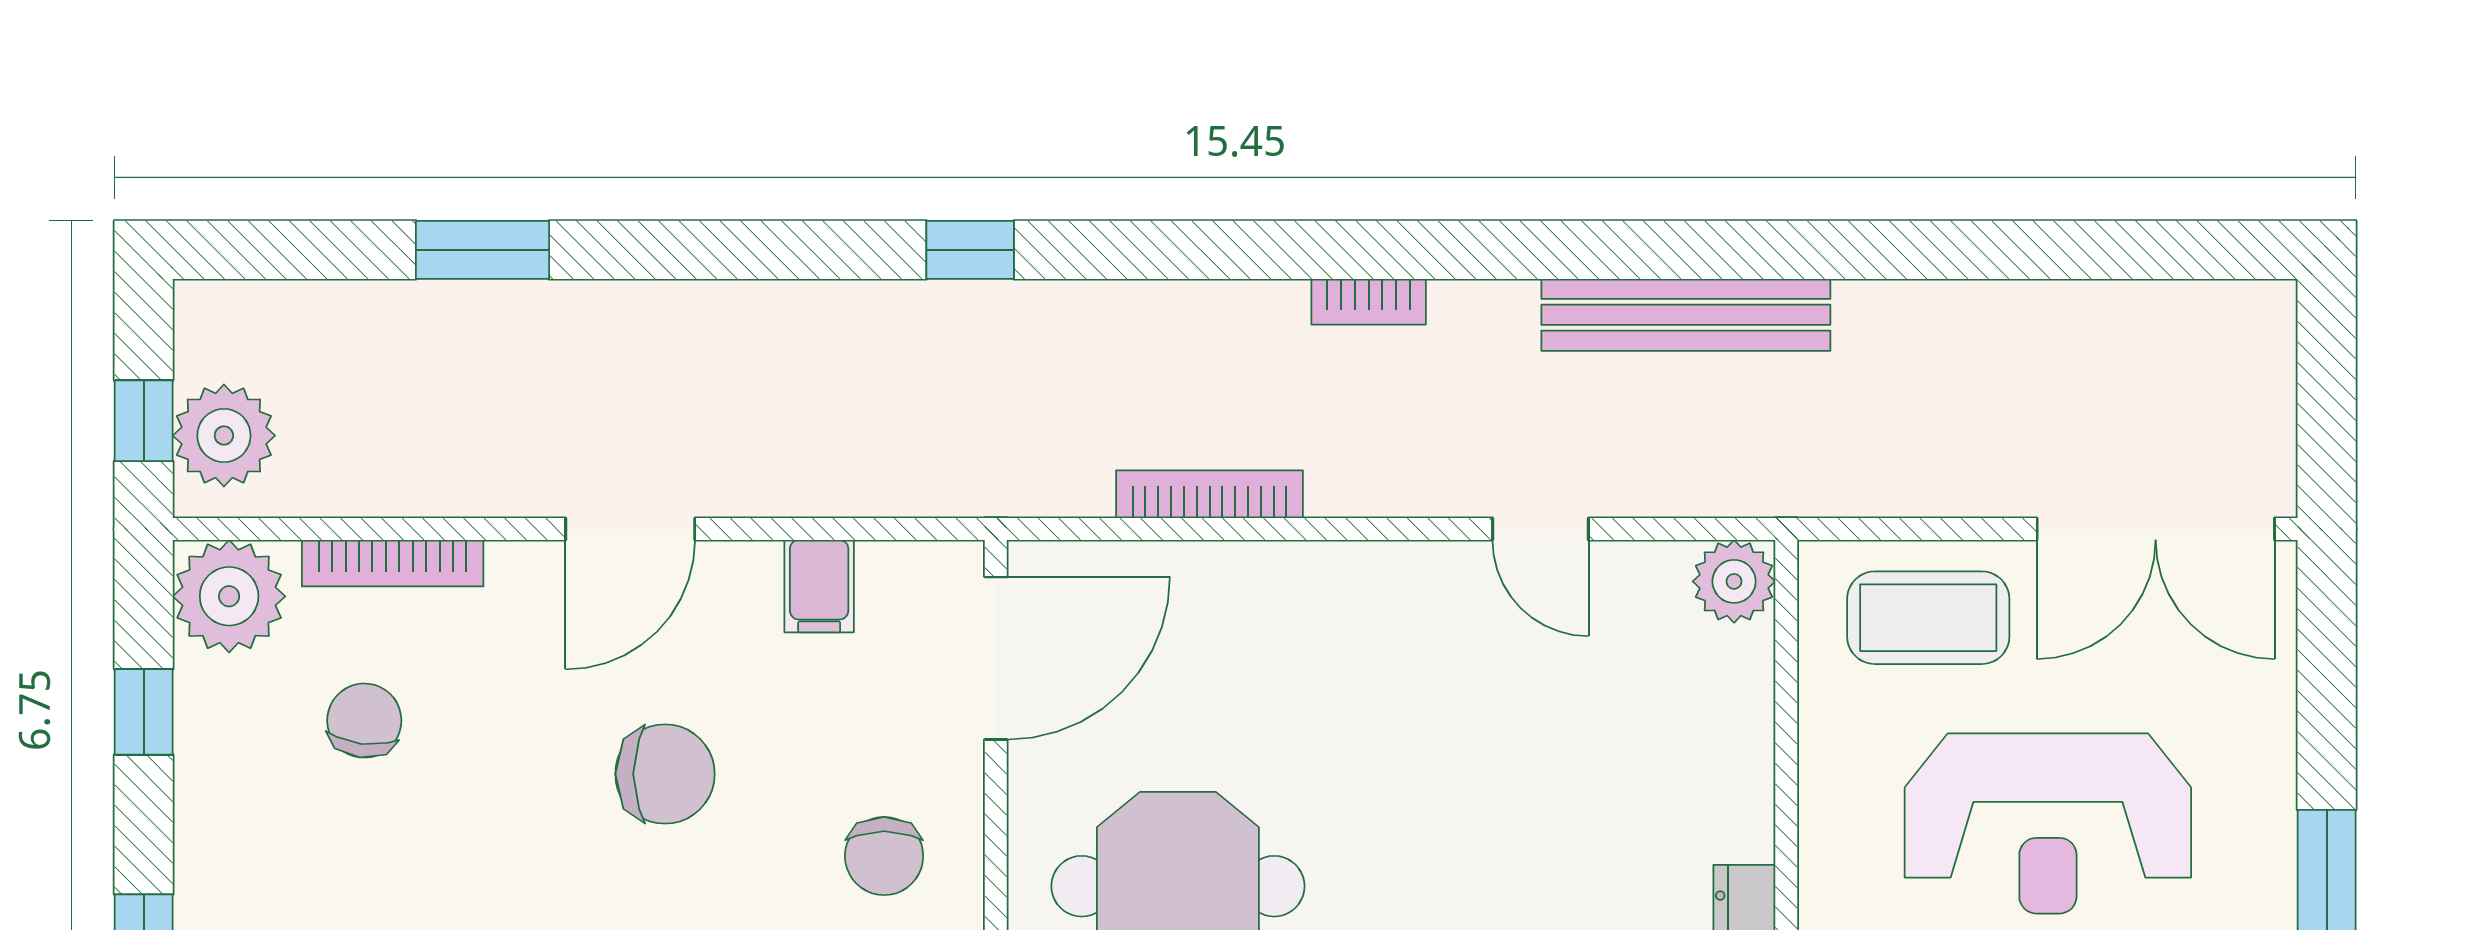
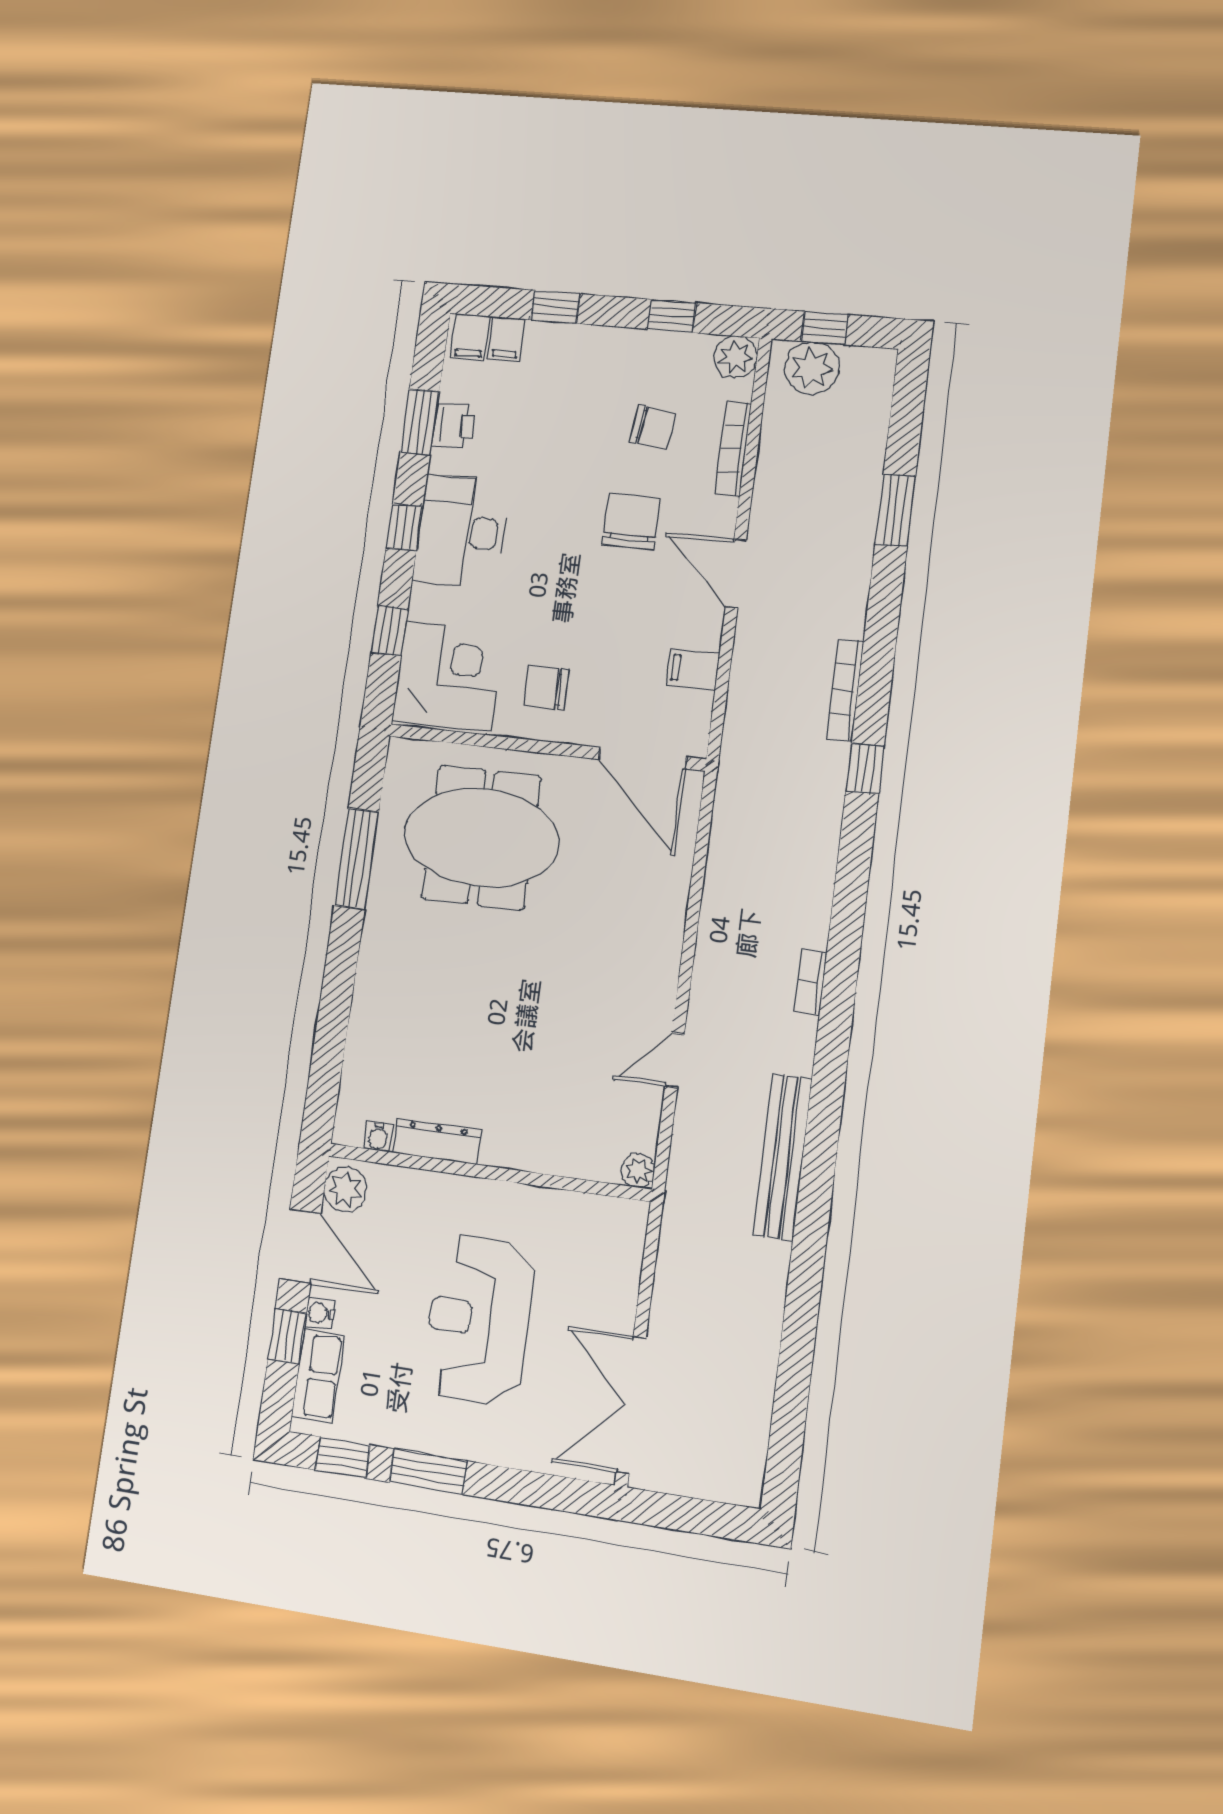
bookcase: (1210, 494) -> (845, 690), moved, turned 180
plant: (1734, 581) -> (638, 1171), width x0.73, depth x0.73
plant: (229, 596) -> (735, 357), width x0.73, depth x0.73
coffee table: (1928, 618) -> (599, 1269), removed
chair: (665, 774) -> (631, 522), moved, turned 180

